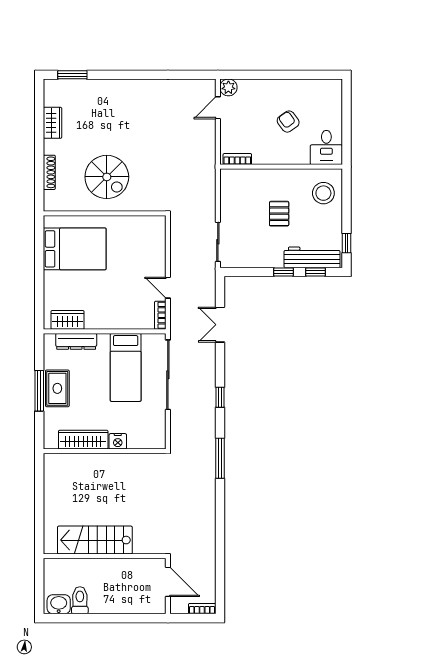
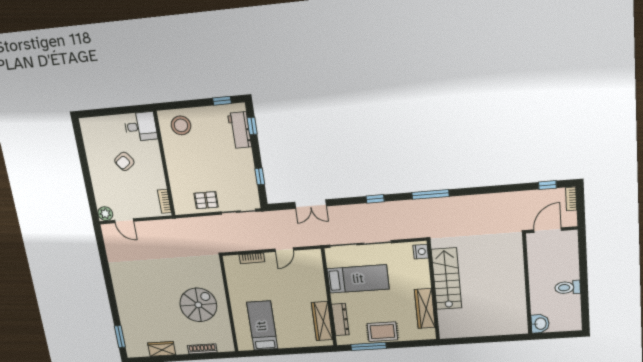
pallet: (279, 214) -> (206, 200), moved
bed: (75, 249) -> (262, 326), width x0.67
workbench: (312, 257) -> (240, 130), width x0.73
window: (284, 272) -> (260, 176), moved
bookcase: (160, 315) -> (252, 258), moved
wardrobe: (67, 320) -> (322, 321), width x1.50
window: (39, 391) -> (369, 346), moved
nightstand: (118, 441) -> (421, 252), moved
stairs: (95, 540) -> (447, 279), moved, turned 180
window: (220, 584) -> (547, 185), added
toilet: (80, 600) -> (568, 287), moved
washbasin: (59, 604) -> (540, 324), moved, turned 180

